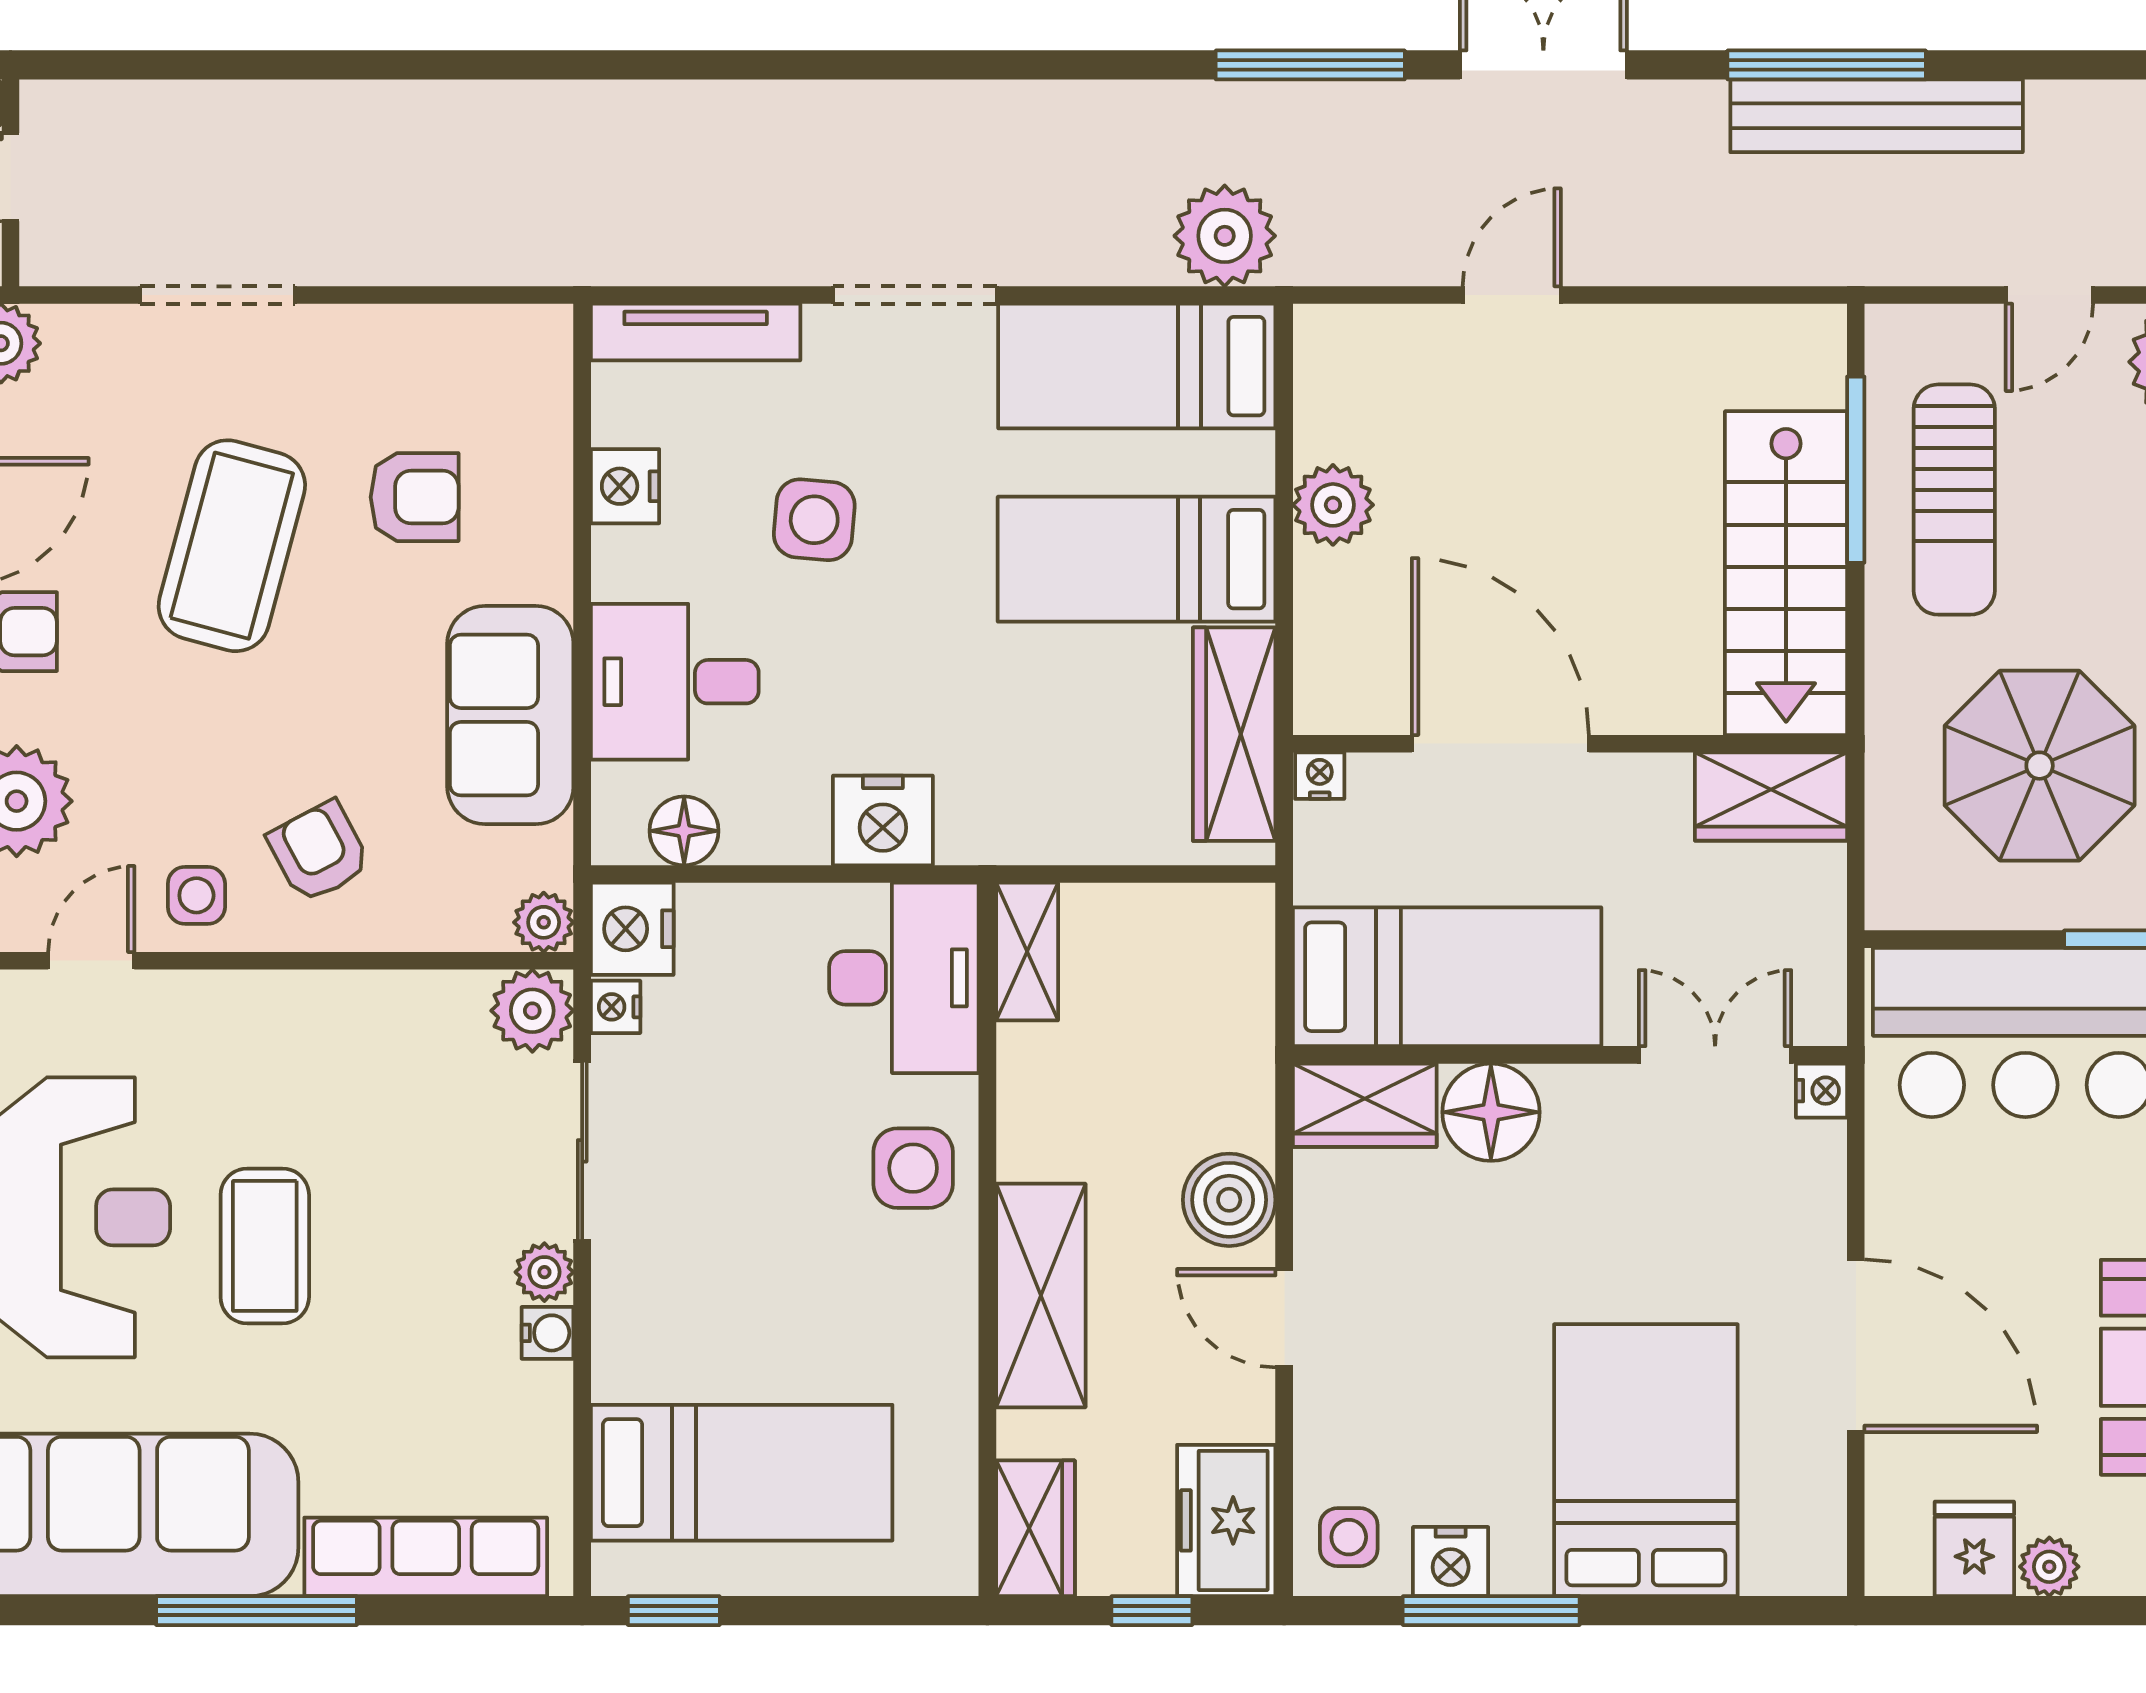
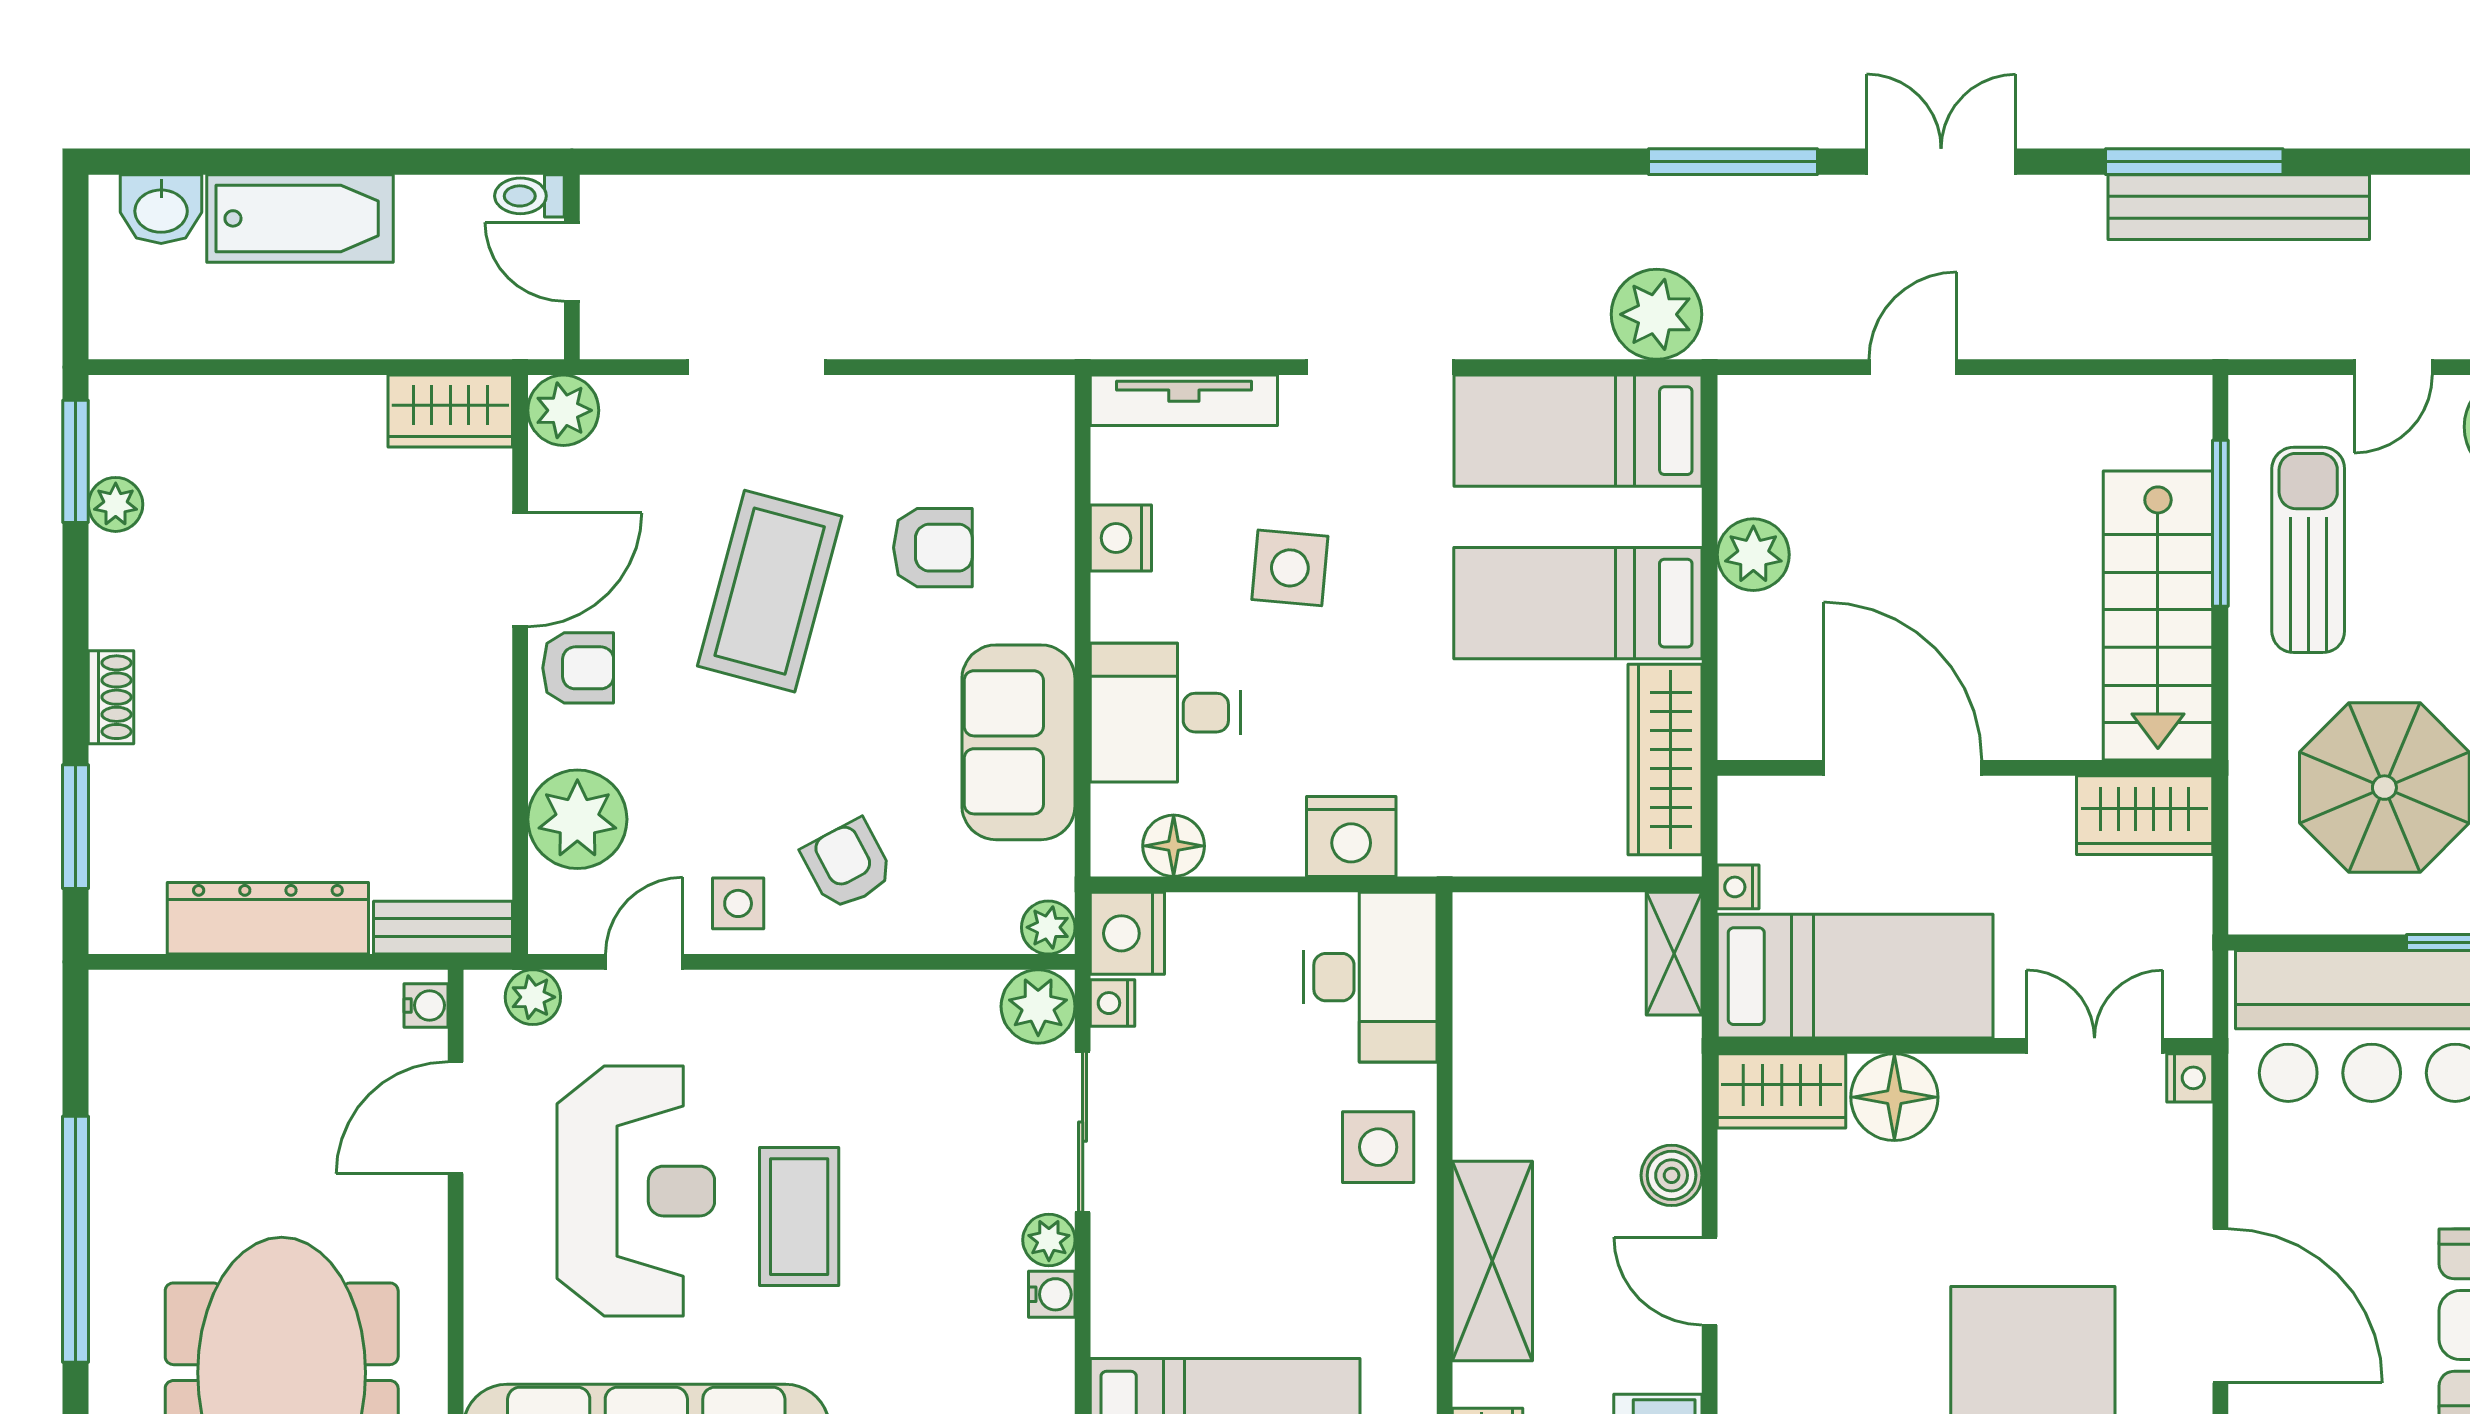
sun lounger: (1954, 500) -> (2308, 550), turned 180
nightstand: (1320, 776) -> (1738, 887), moved, turned -90
shelving: (1027, 952) -> (1674, 954), moved
boiler: (1229, 1200) -> (1672, 1175), width x0.73, depth x0.73

